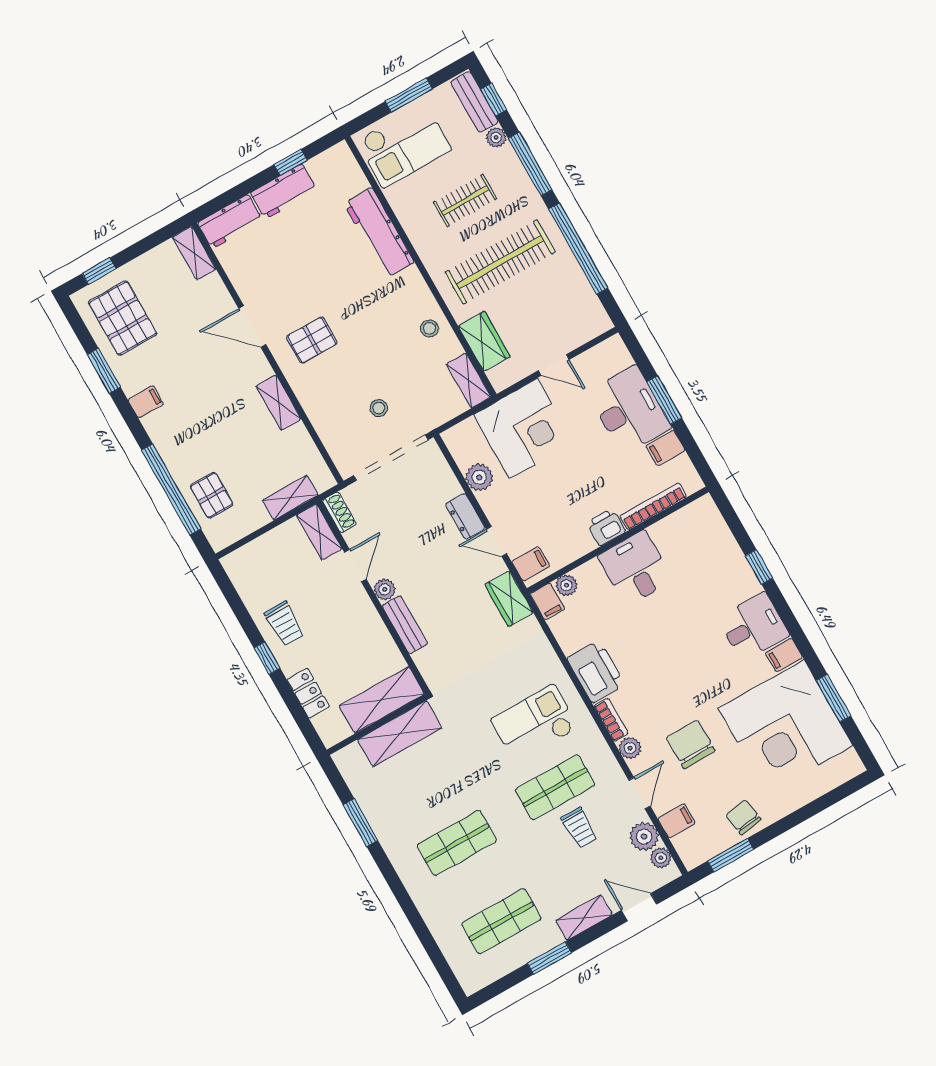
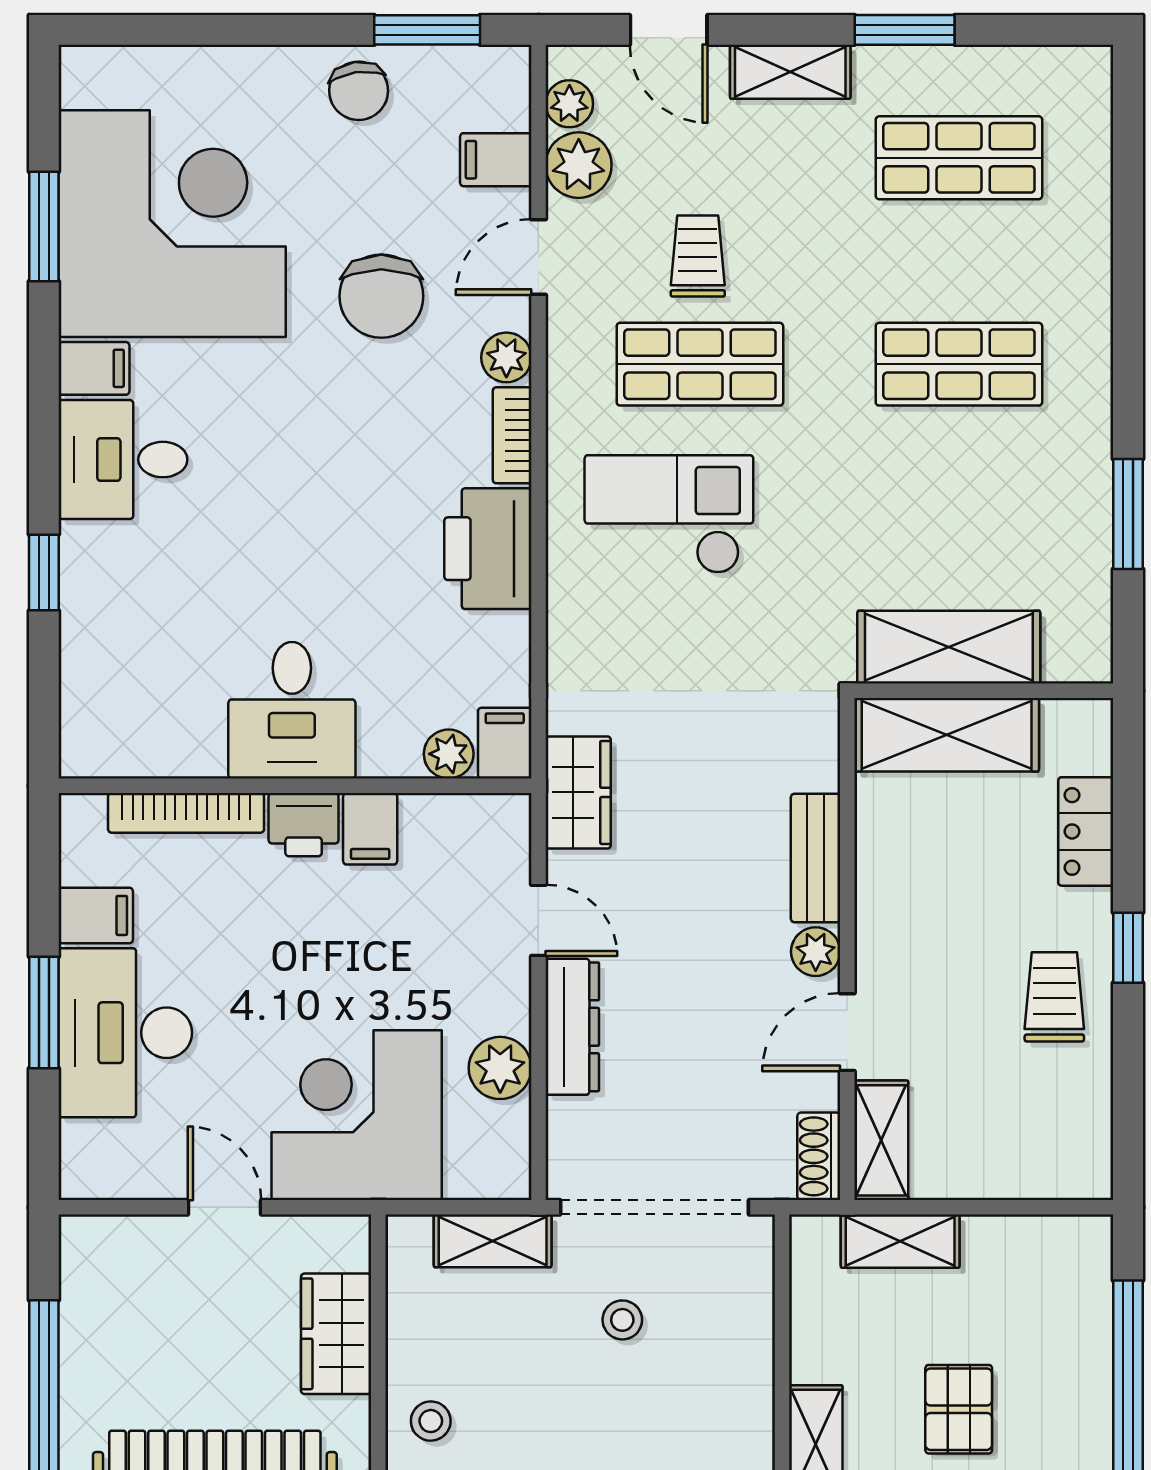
shelving: (469, 380) -> (493, 1241), moved, turned 90
pallet: (212, 495) -> (959, 1409), moved
dresser: (465, 516) -> (572, 1027), width x1.44
filing cabinet: (531, 564) -> (370, 829), moved, turned -90
checkout: (535, 724) -> (669, 514), turned 180

